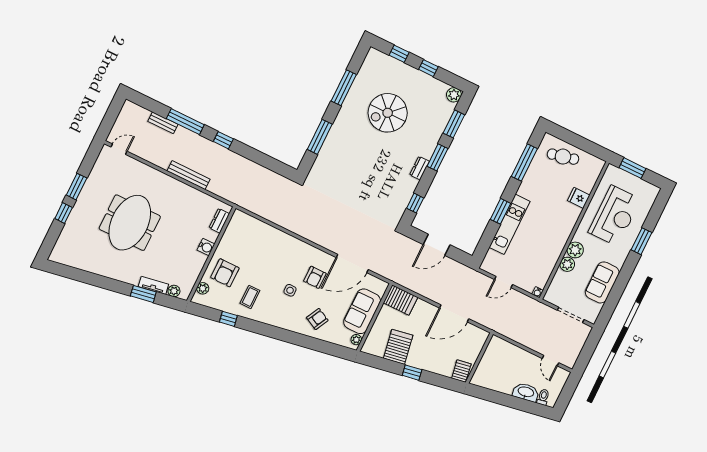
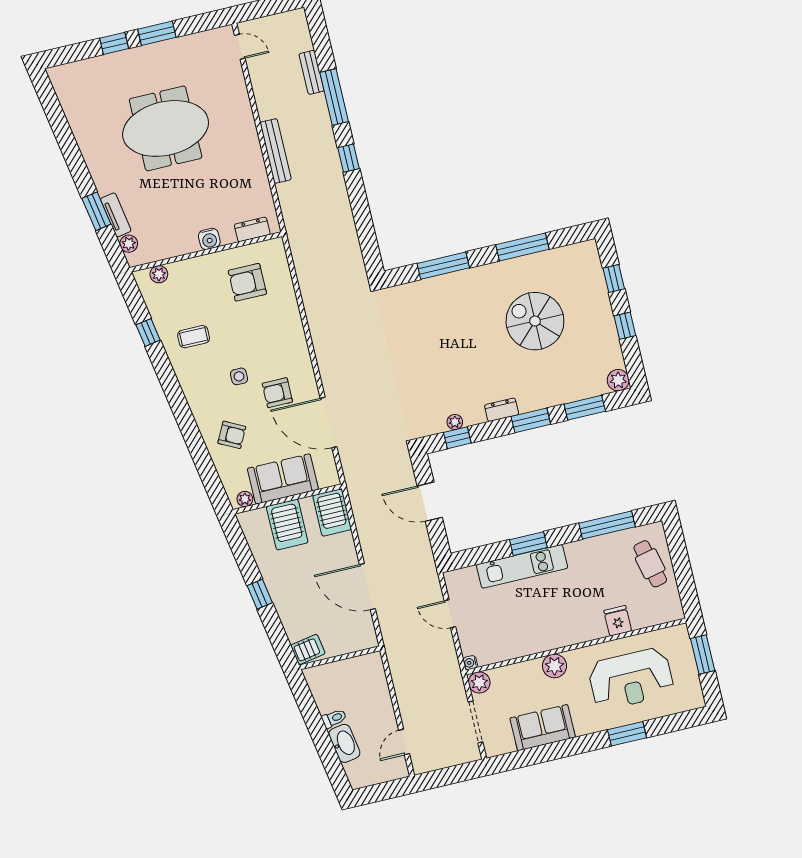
plant: (406, 198) -> (455, 422), added
plant: (567, 264) -> (479, 682), moved
armchair: (225, 273) -> (247, 282), moved
server rack: (398, 347) -> (287, 525), moved, turned 100
toilet: (543, 397) -> (334, 718), moved

